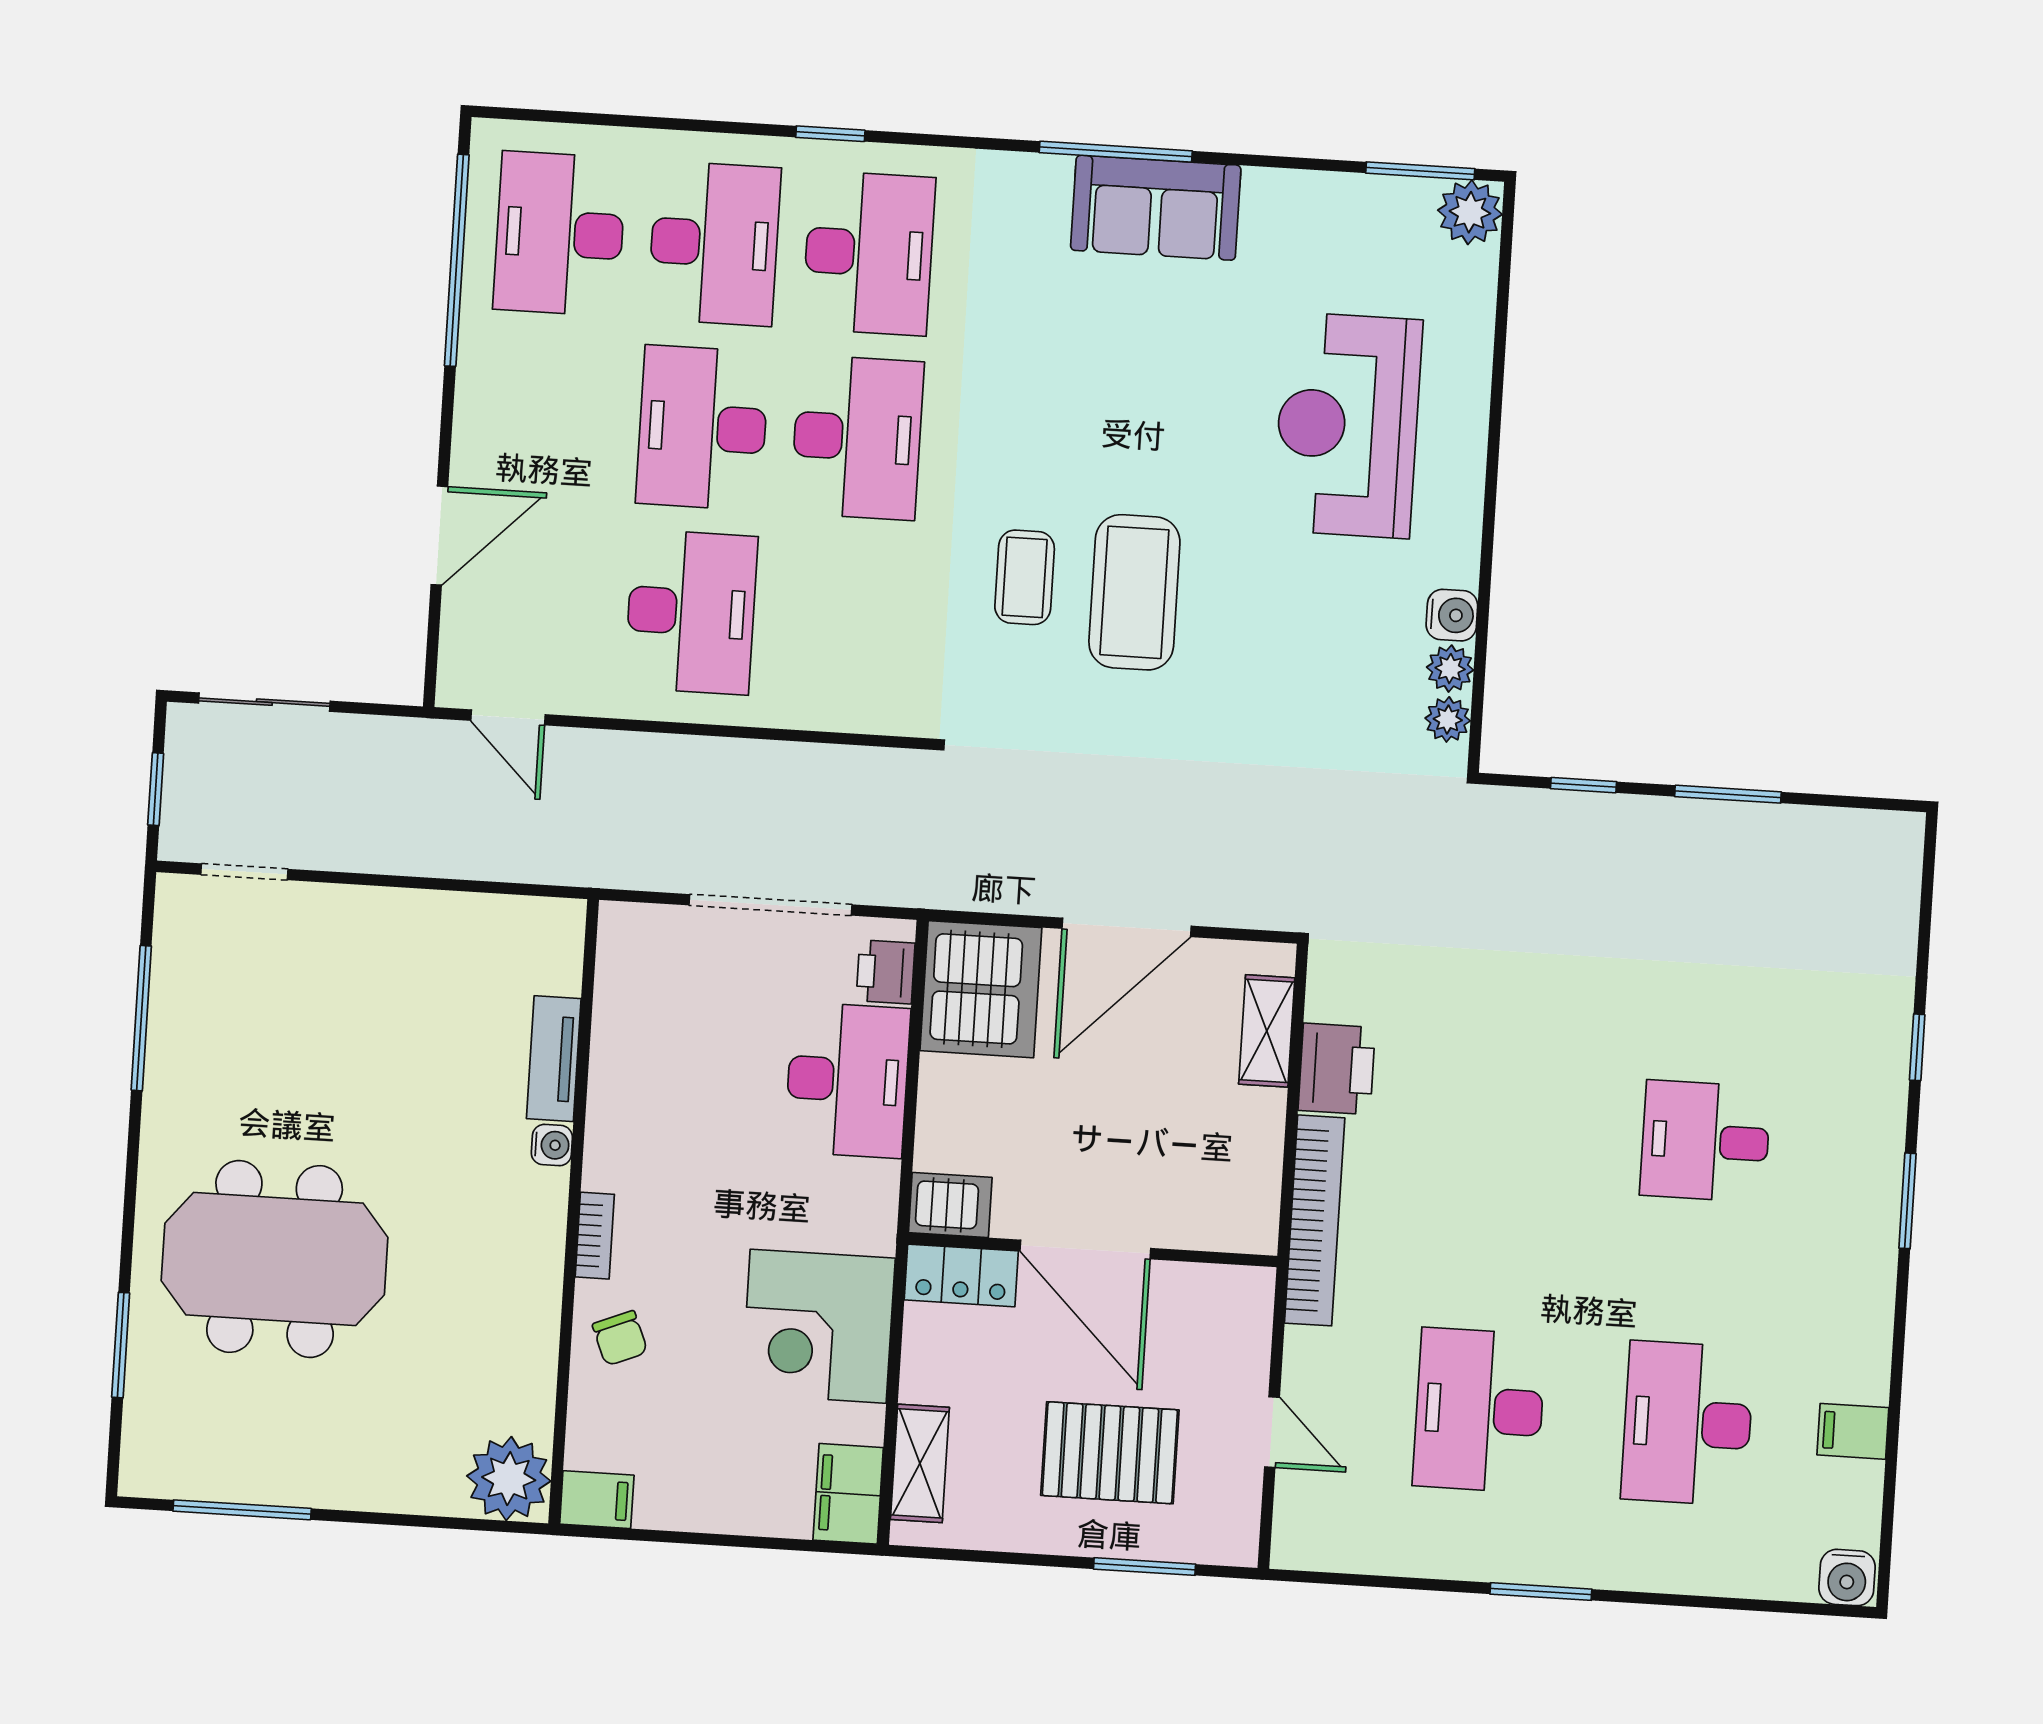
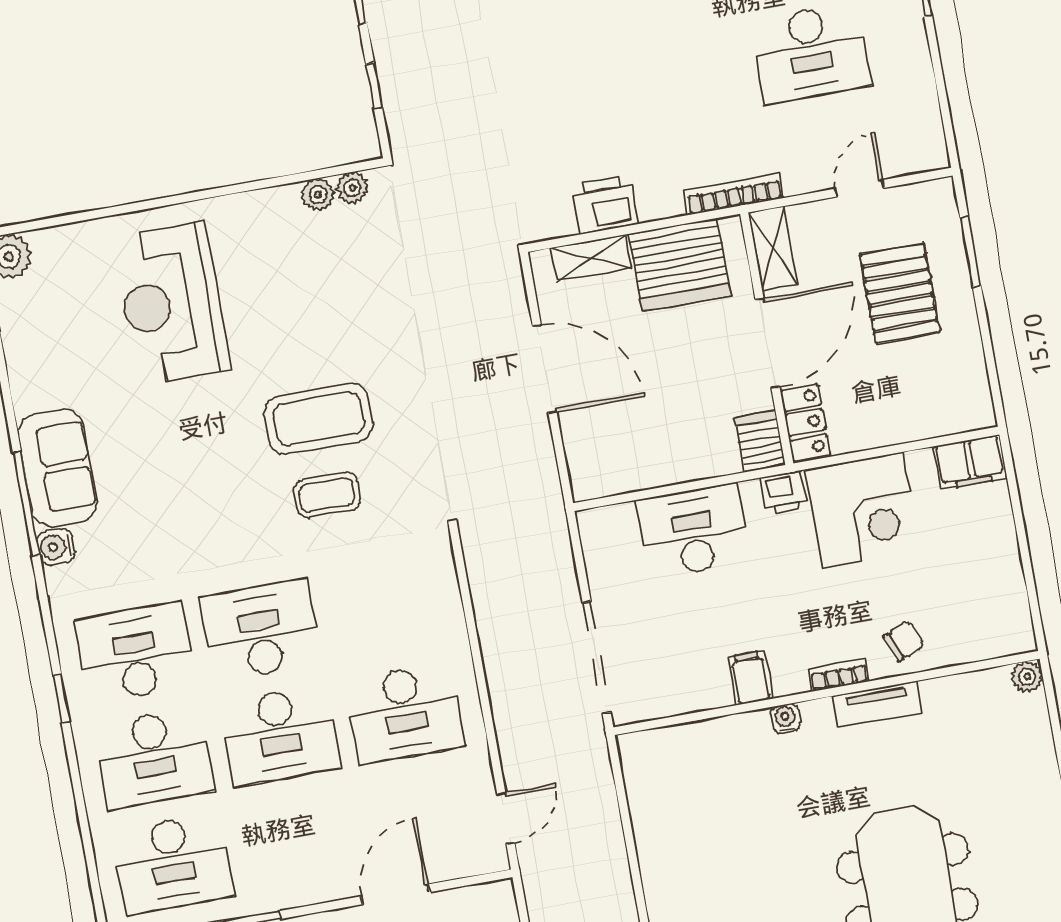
desk: (714, 243) -> (154, 758), turned 180
reception desk: (1347, 425) -> (172, 304), turned 90
door: (439, 536) -> (395, 894), hinge flipped
desk: (691, 612) -> (405, 713), turned 180
water cooler: (1452, 615) -> (56, 547), moved, turned -90
doorway: (770, 905) -> (597, 657), moved
printer: (886, 972) -> (784, 493), moved
server rack: (981, 989) -> (680, 265), moved, turned 180
tv unit: (554, 1059) -> (877, 704), moved
bookcase: (1315, 1220) -> (734, 194), width x0.68, depth x0.76
shelving: (920, 1463) -> (773, 248), moved, turned 90
plant: (509, 1479) -> (1027, 677), width x0.53, depth x0.53
filing cabinet: (597, 1500) -> (750, 678), moved

